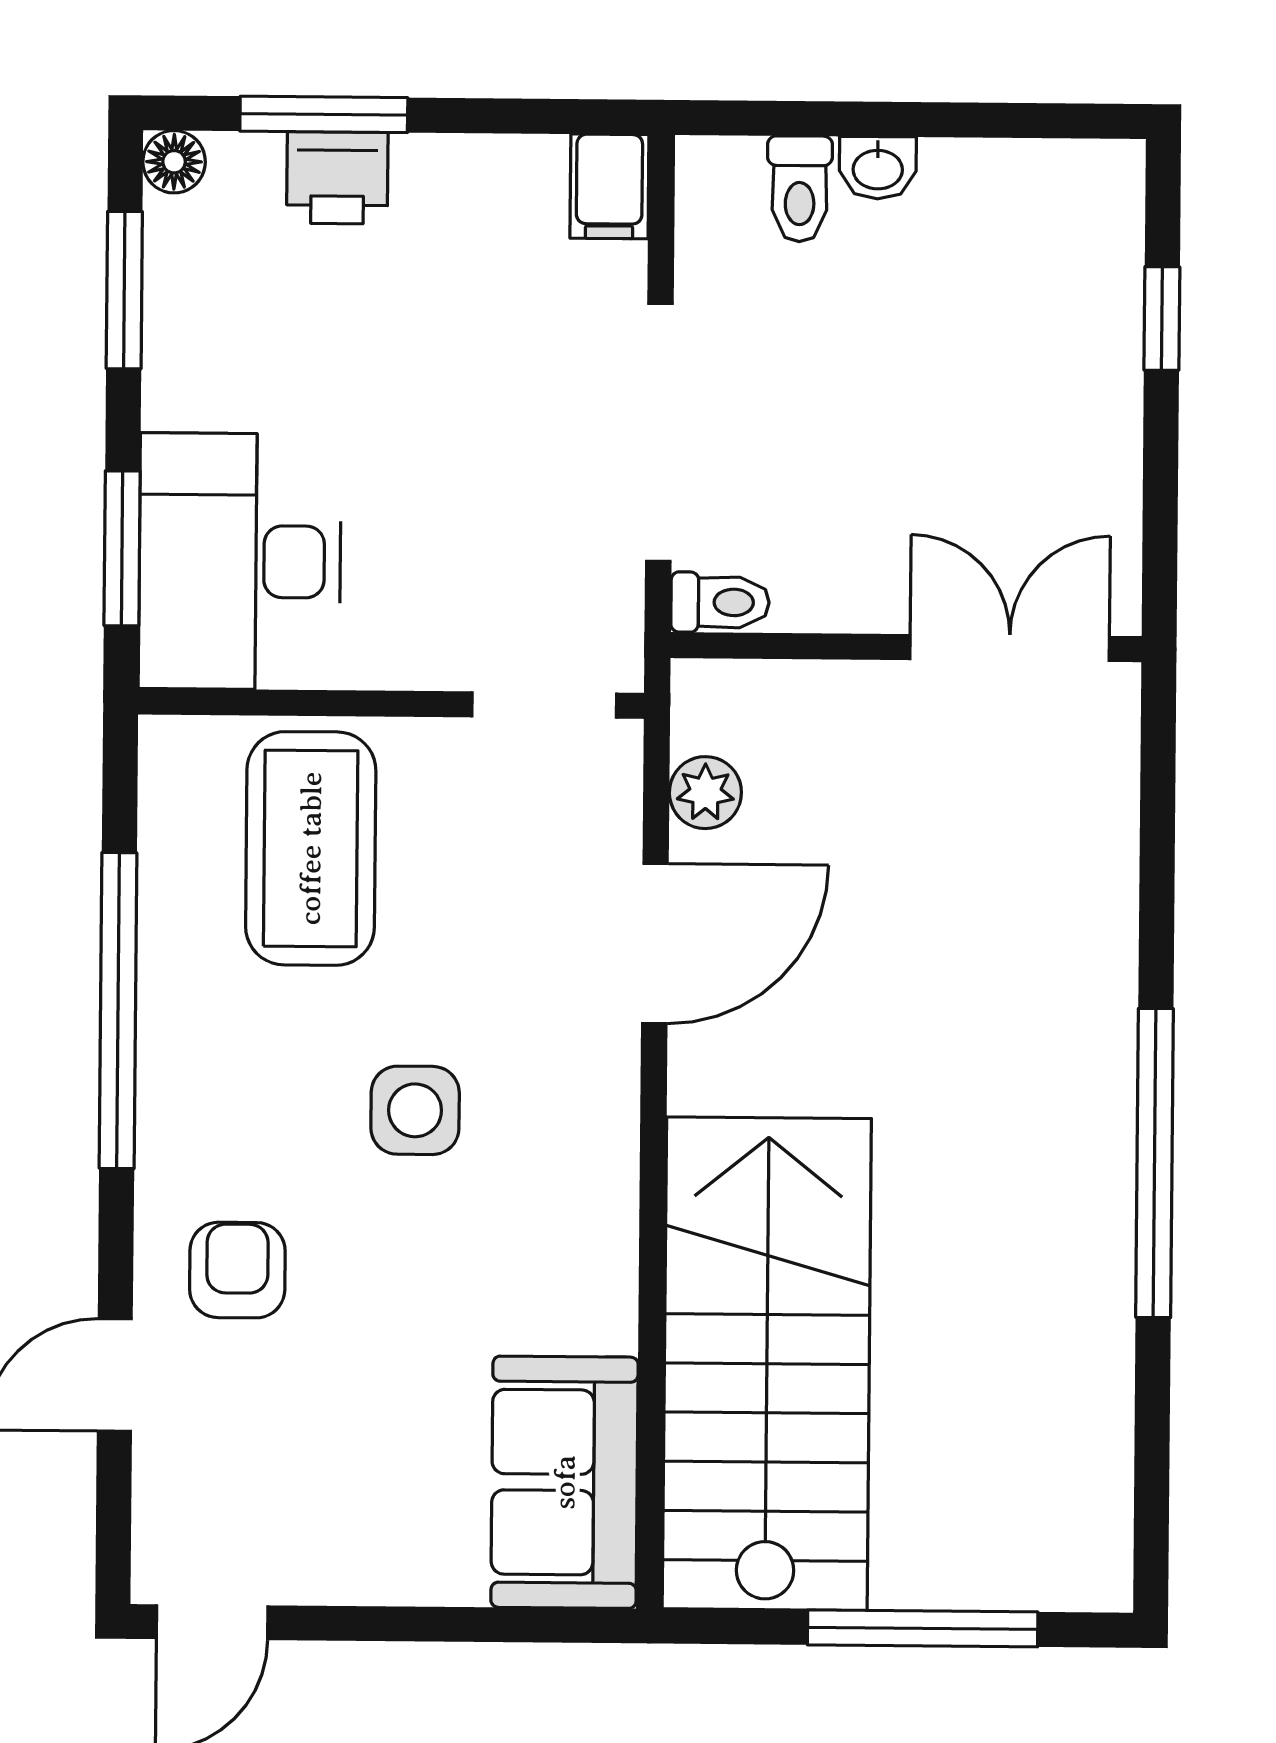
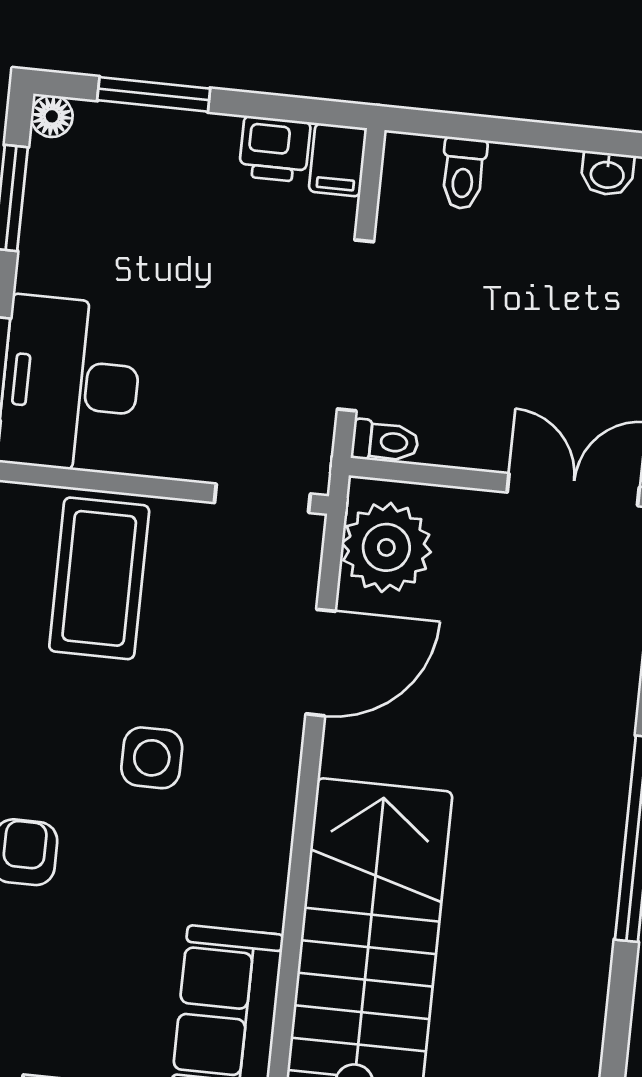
washbasin: (878, 168) -> (607, 174), moved
printer: (337, 178) -> (275, 149), moved
plant: (705, 793) -> (386, 547), width x1.88, depth x1.88

